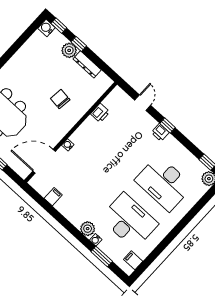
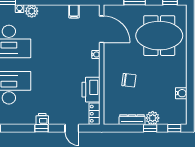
water cooler: (47, 28) -> (181, 93), moved
locker: (113, 98) -> (94, 114), added
printer: (100, 113) -> (91, 90), width x1.87, depth x1.48
door: (44, 161) -> (102, 29), hinge flipped

